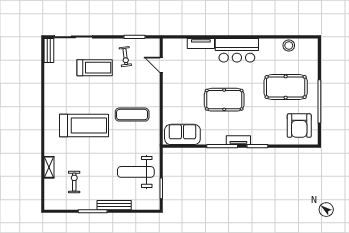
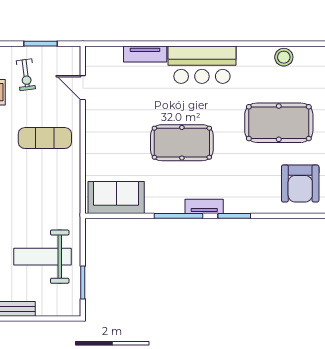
exercise mat: (132, 115) -> (45, 138), moved

